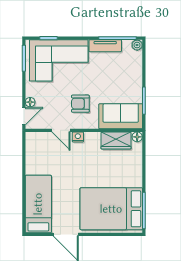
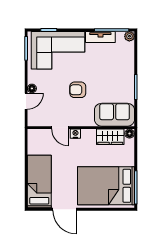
sofa: (121, 116) -> (115, 115), moved
door: (61, 130) -> (60, 128), moved
wall: (84, 130) -> (81, 128), moved
nightstand: (78, 137) -> (75, 134), moved
floor lamp: (137, 137) -> (130, 134), moved
wardrobe: (116, 140) -> (110, 137), moved

